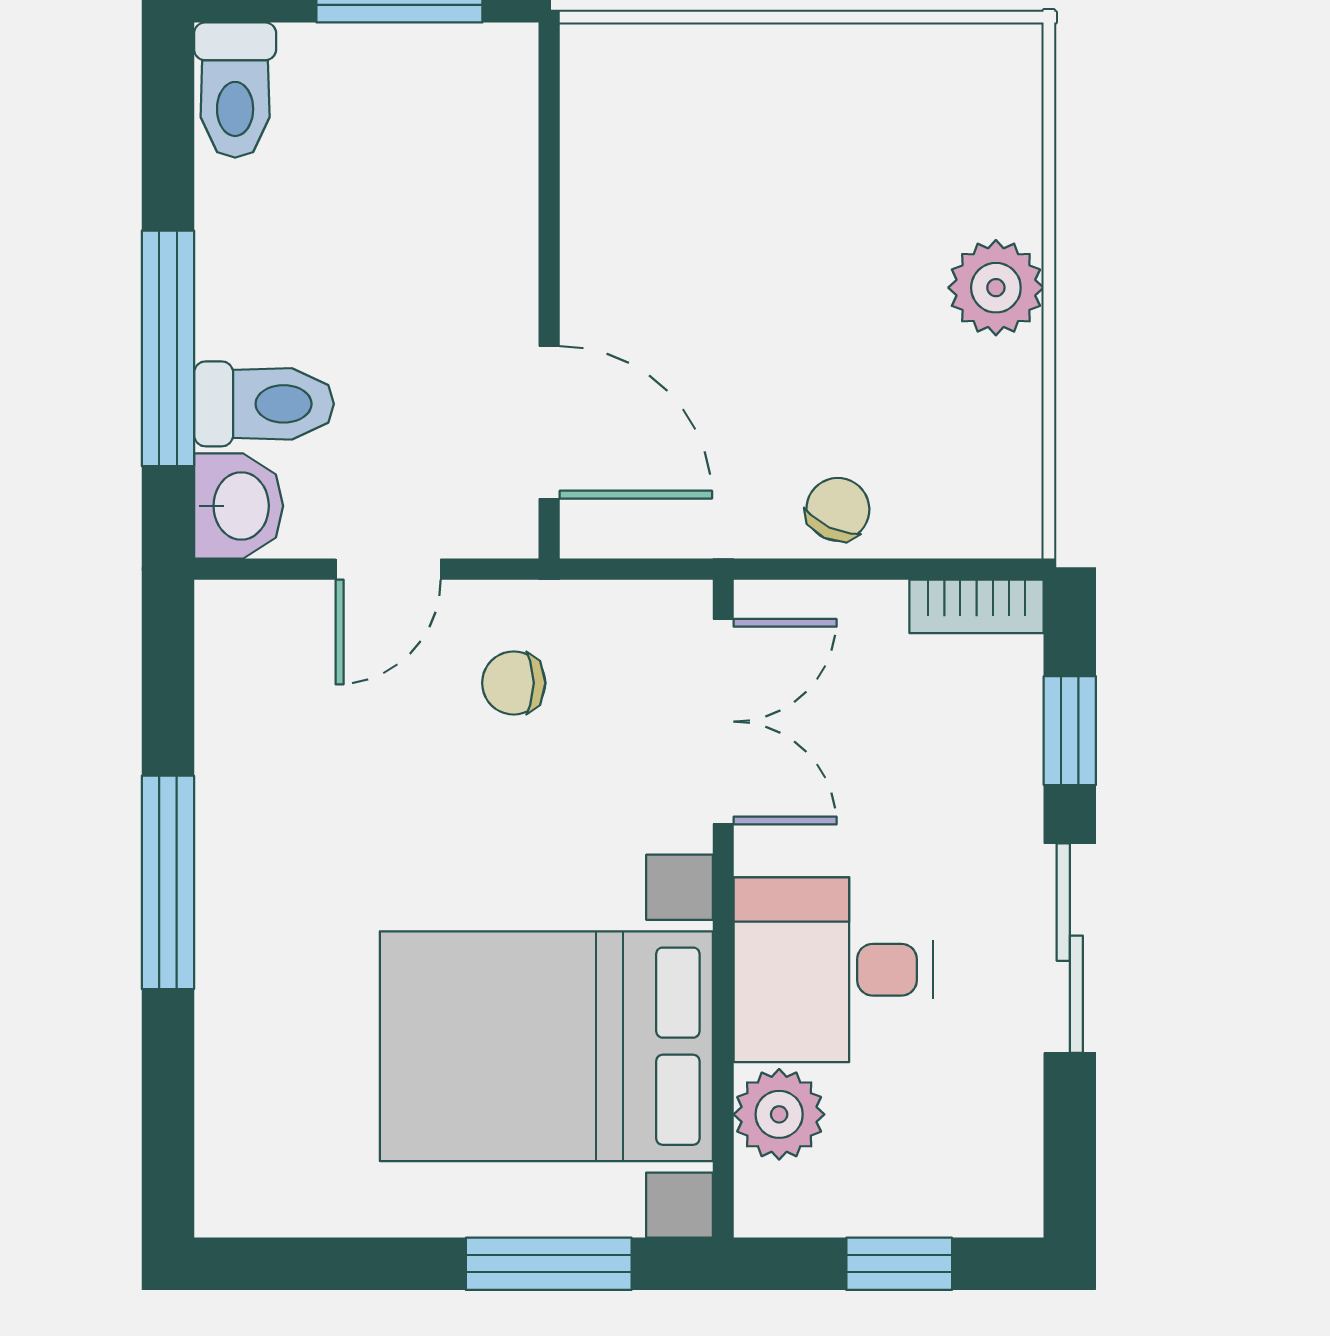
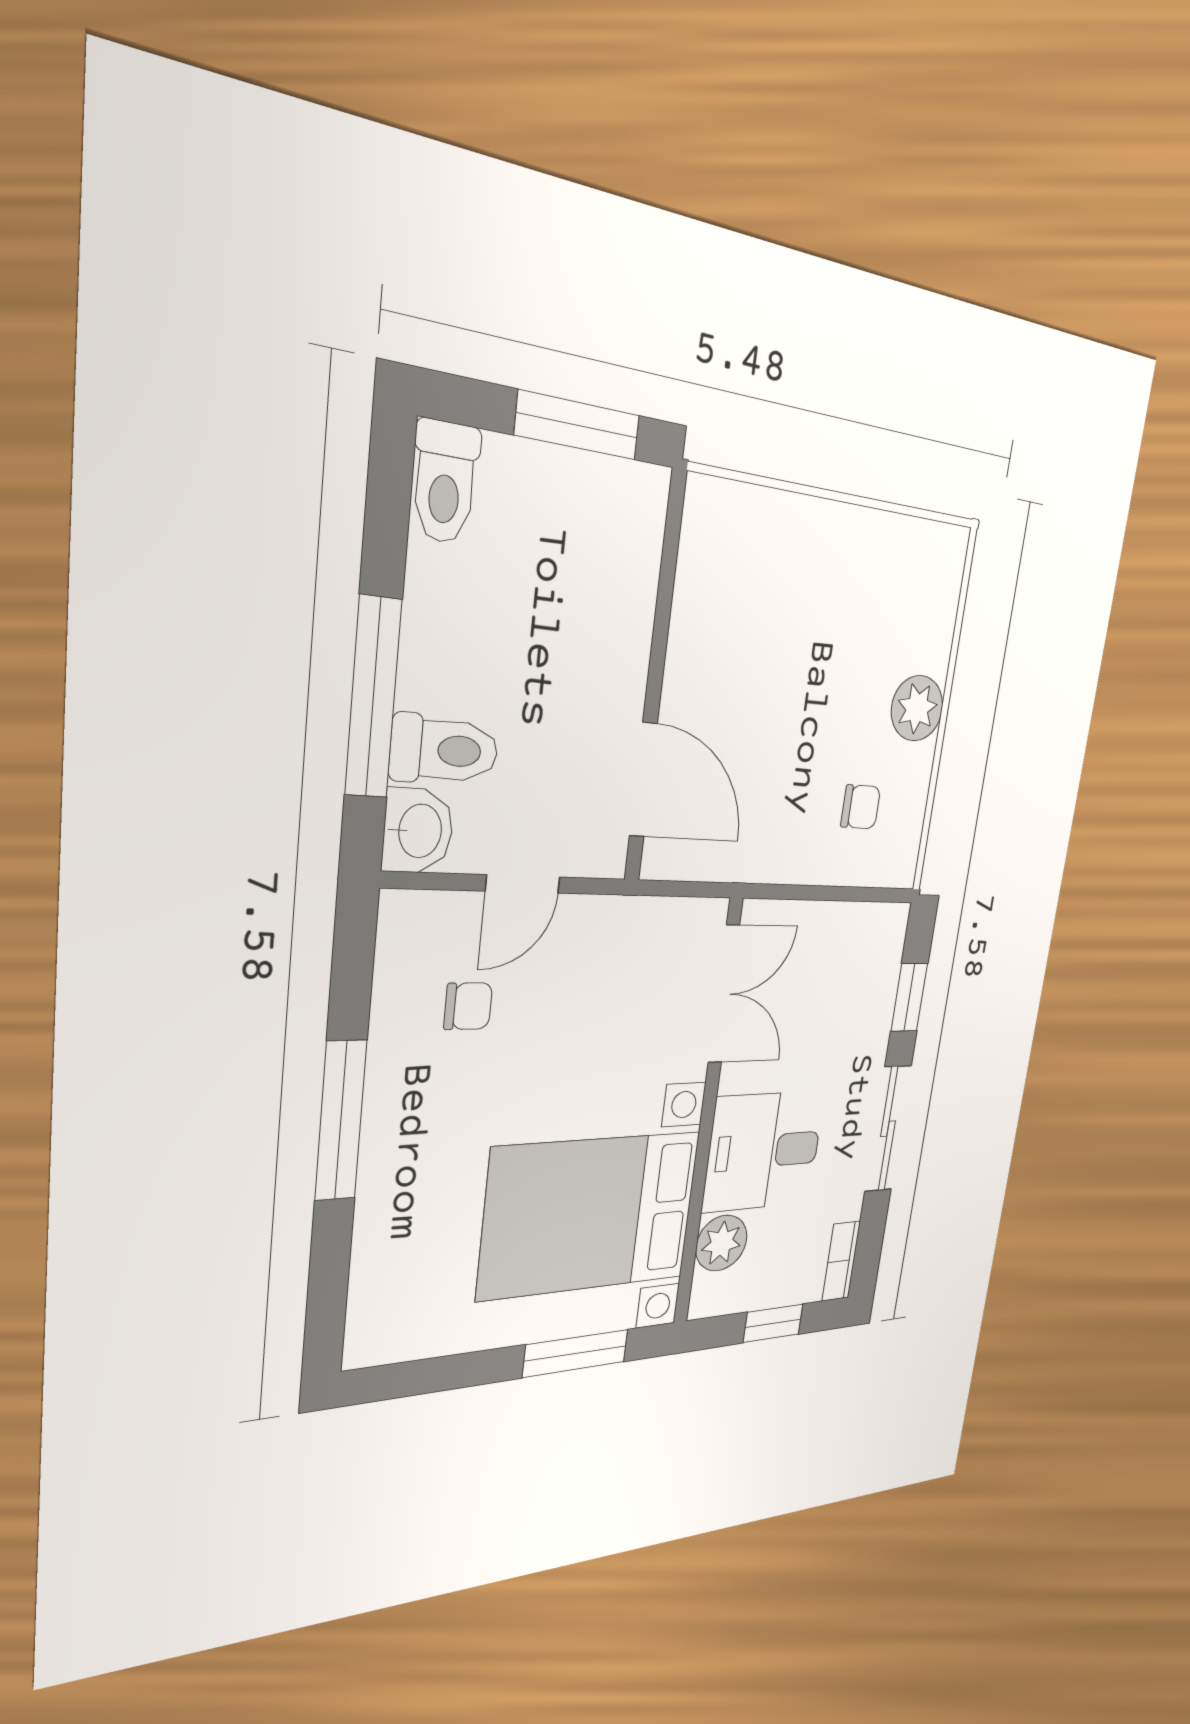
chair: (838, 509) -> (861, 807), moved, turned 65
bookcase: (977, 606) -> (841, 1261), moved, turned 90
chair: (514, 683) -> (468, 1006), moved, turned 180

